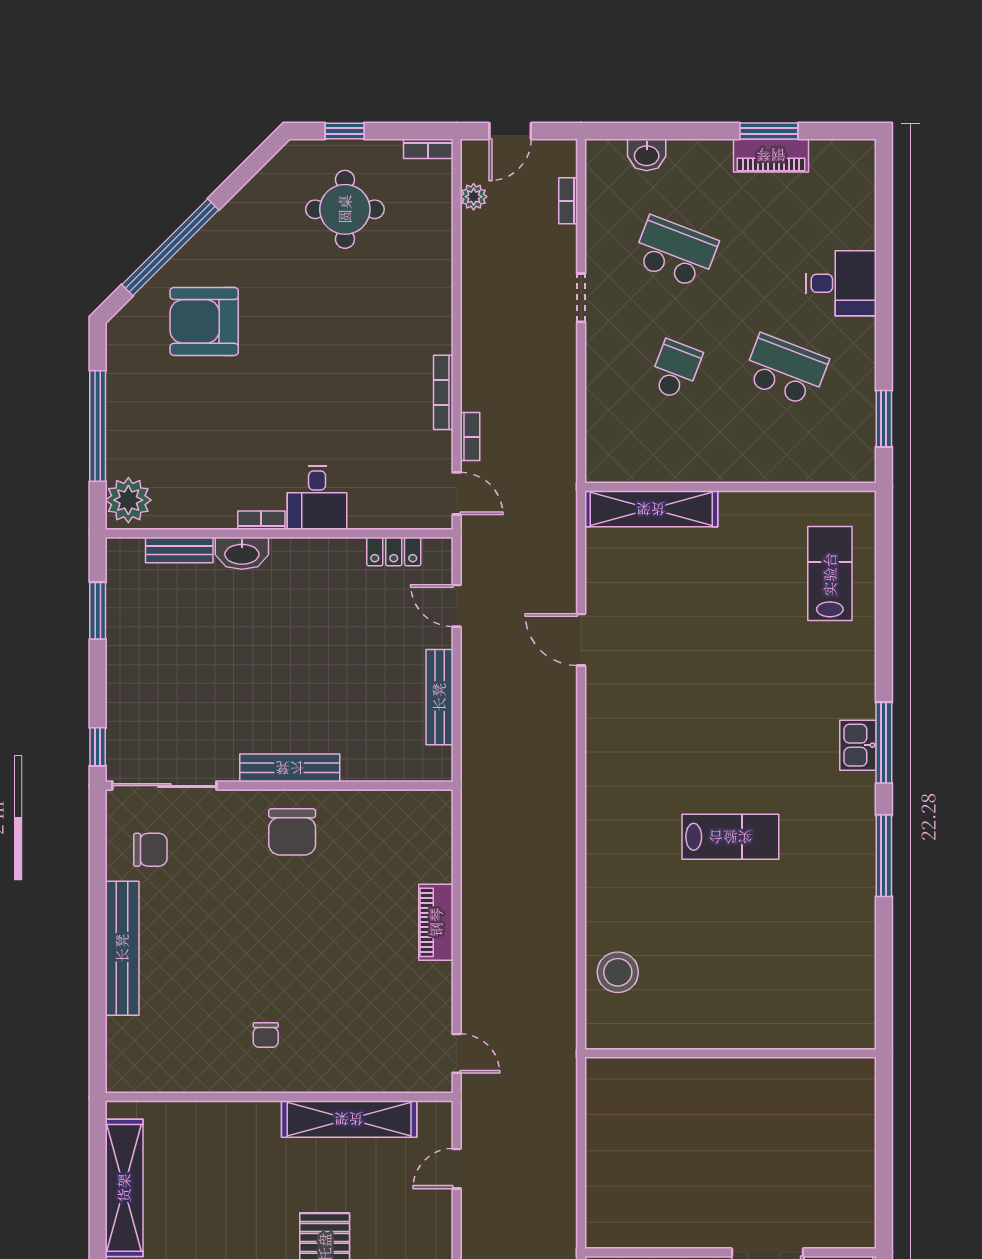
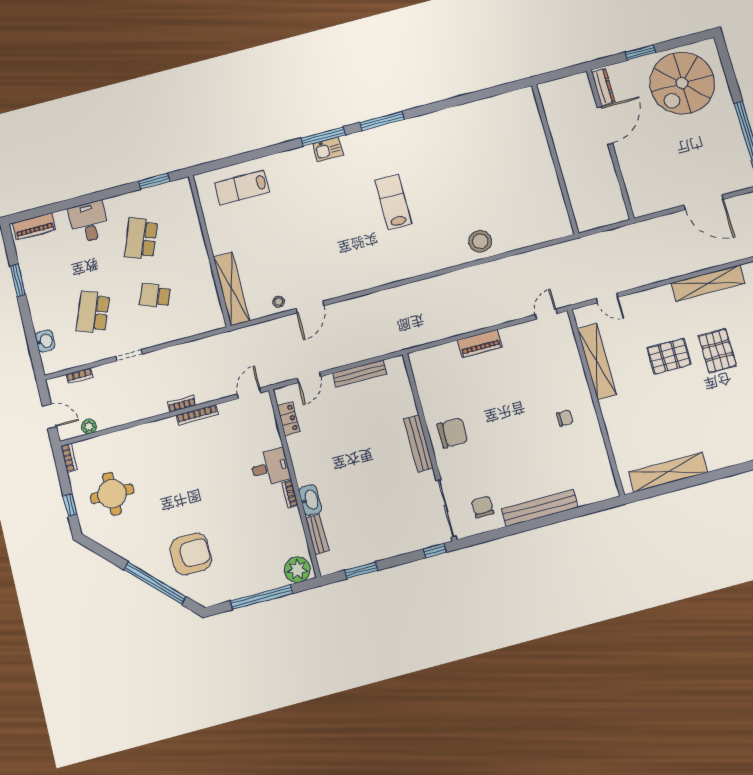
piano: (771, 155) -> (34, 226), moved, turned 90
armchair: (204, 321) -> (191, 554), turned -90
bookcase: (470, 437) -> (182, 404), moved
stool: (606, 586) -> (279, 302), added
wall: (730, 1053) -> (555, 159), moved

